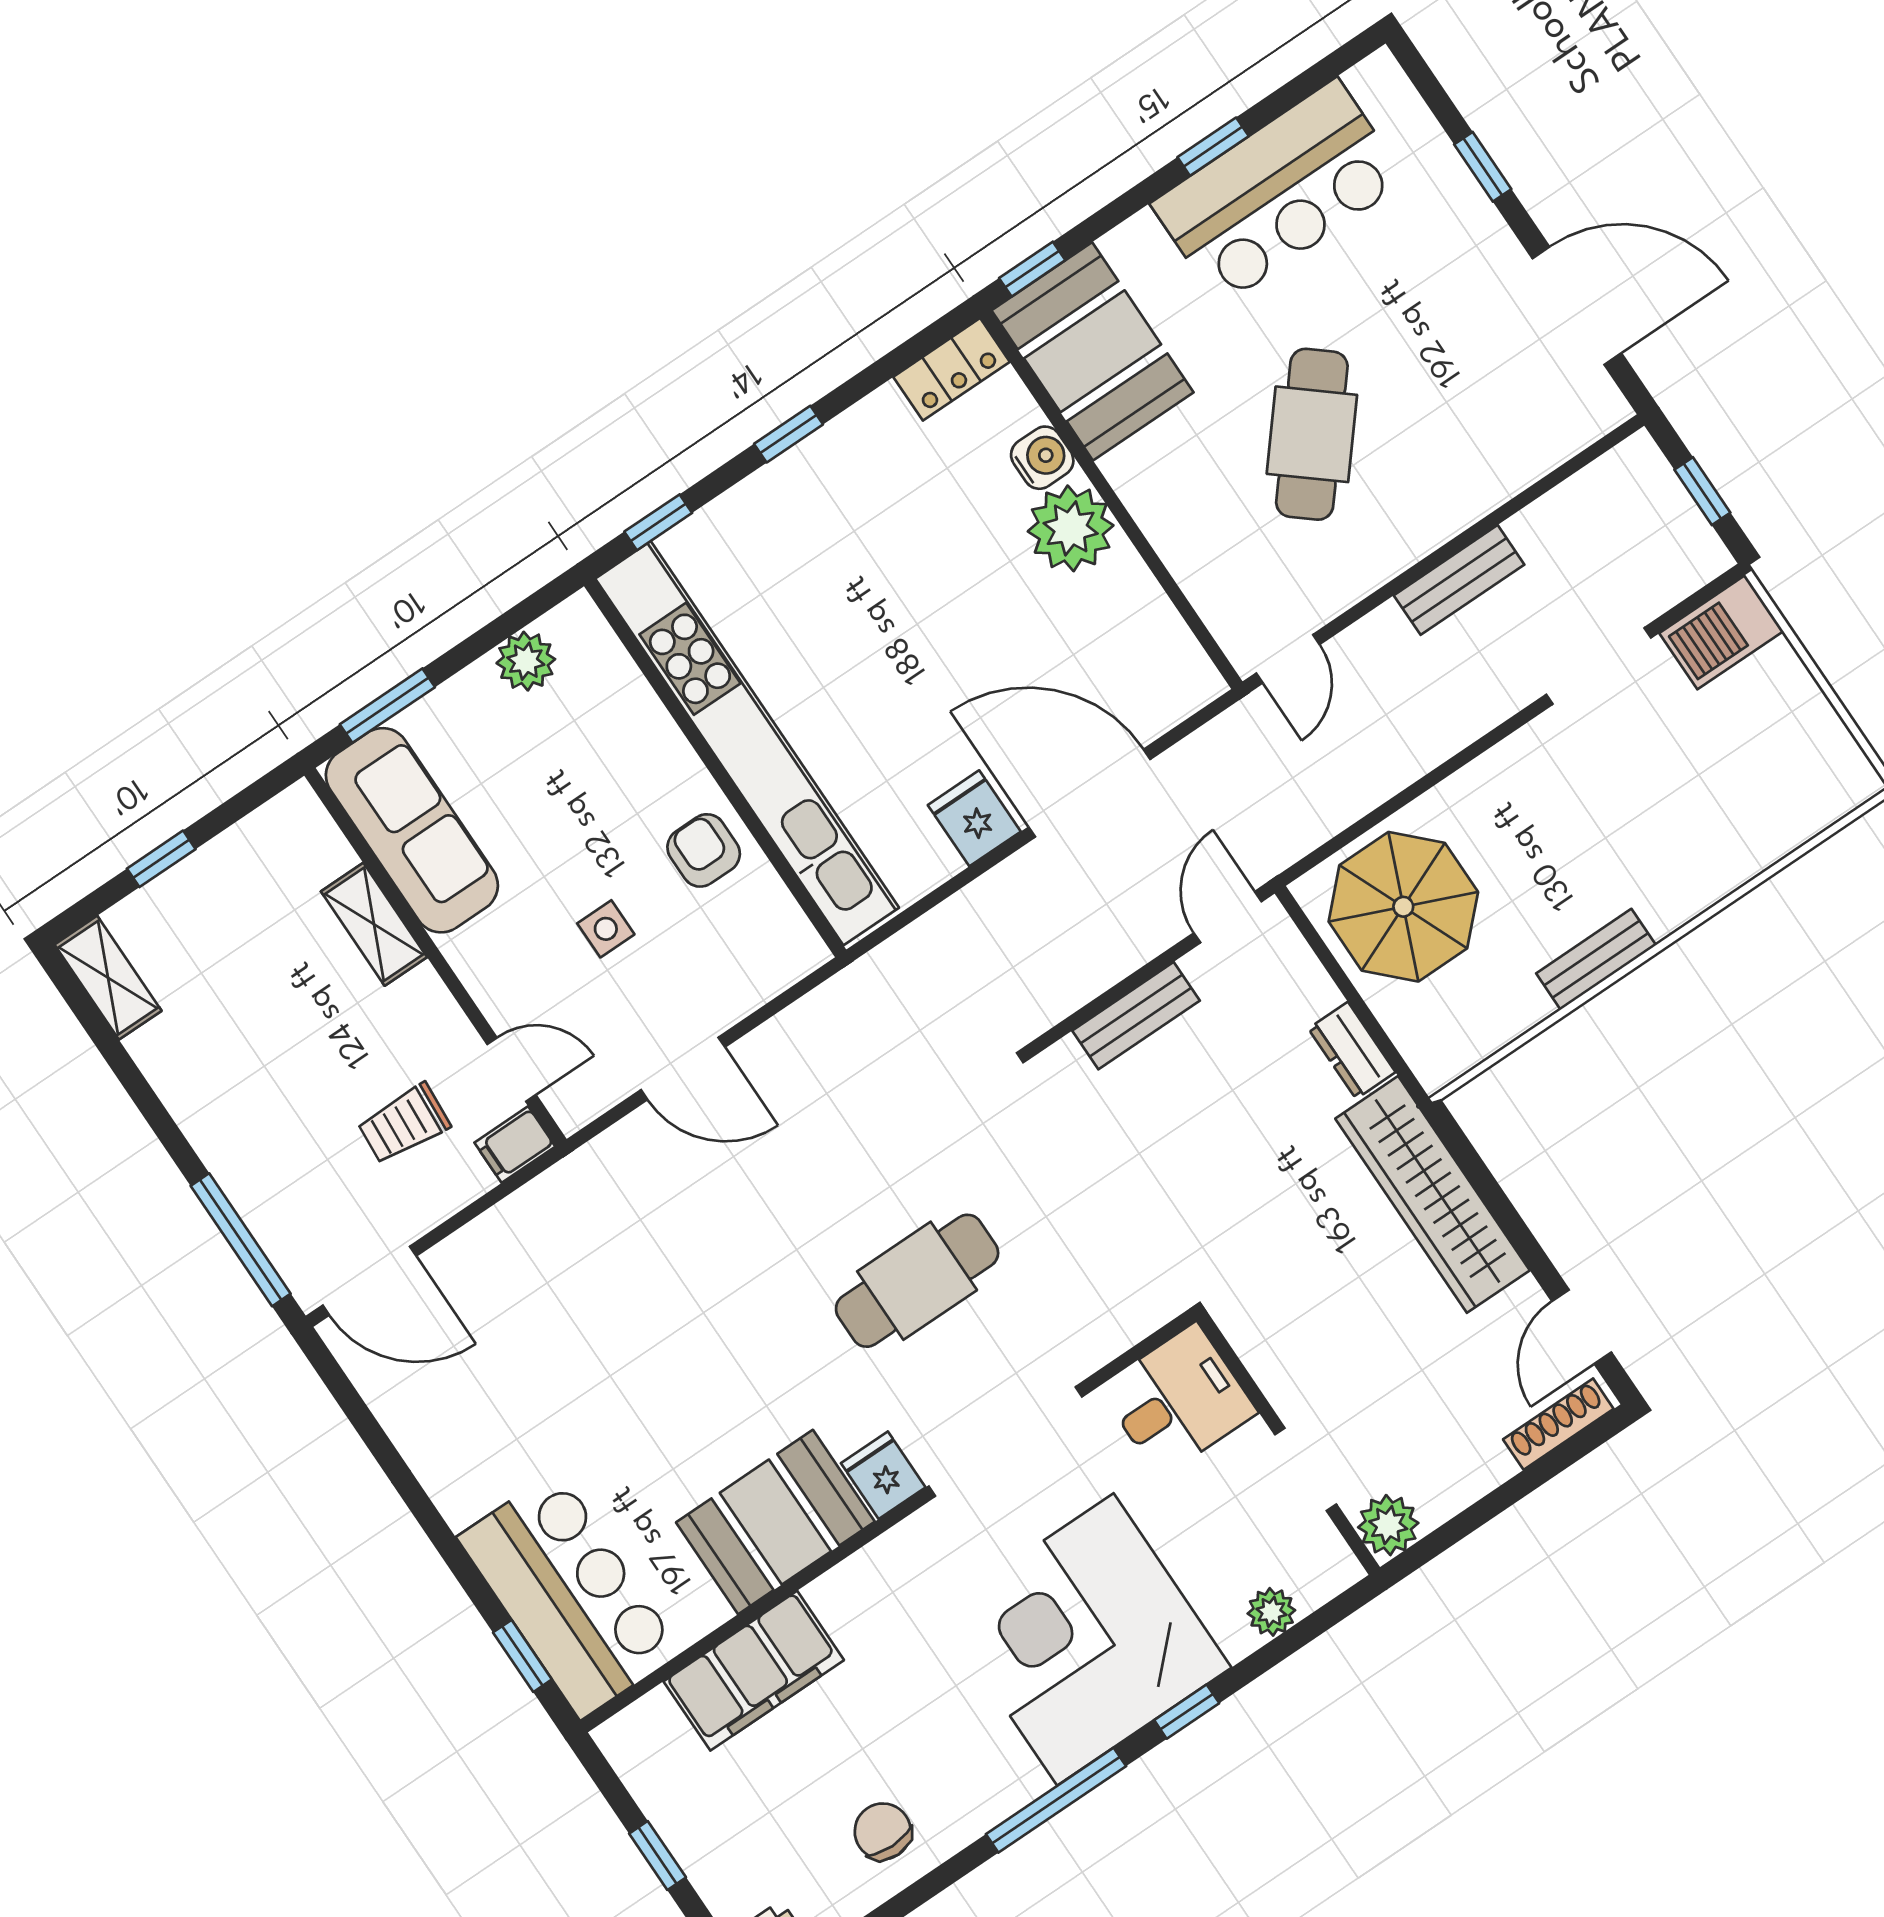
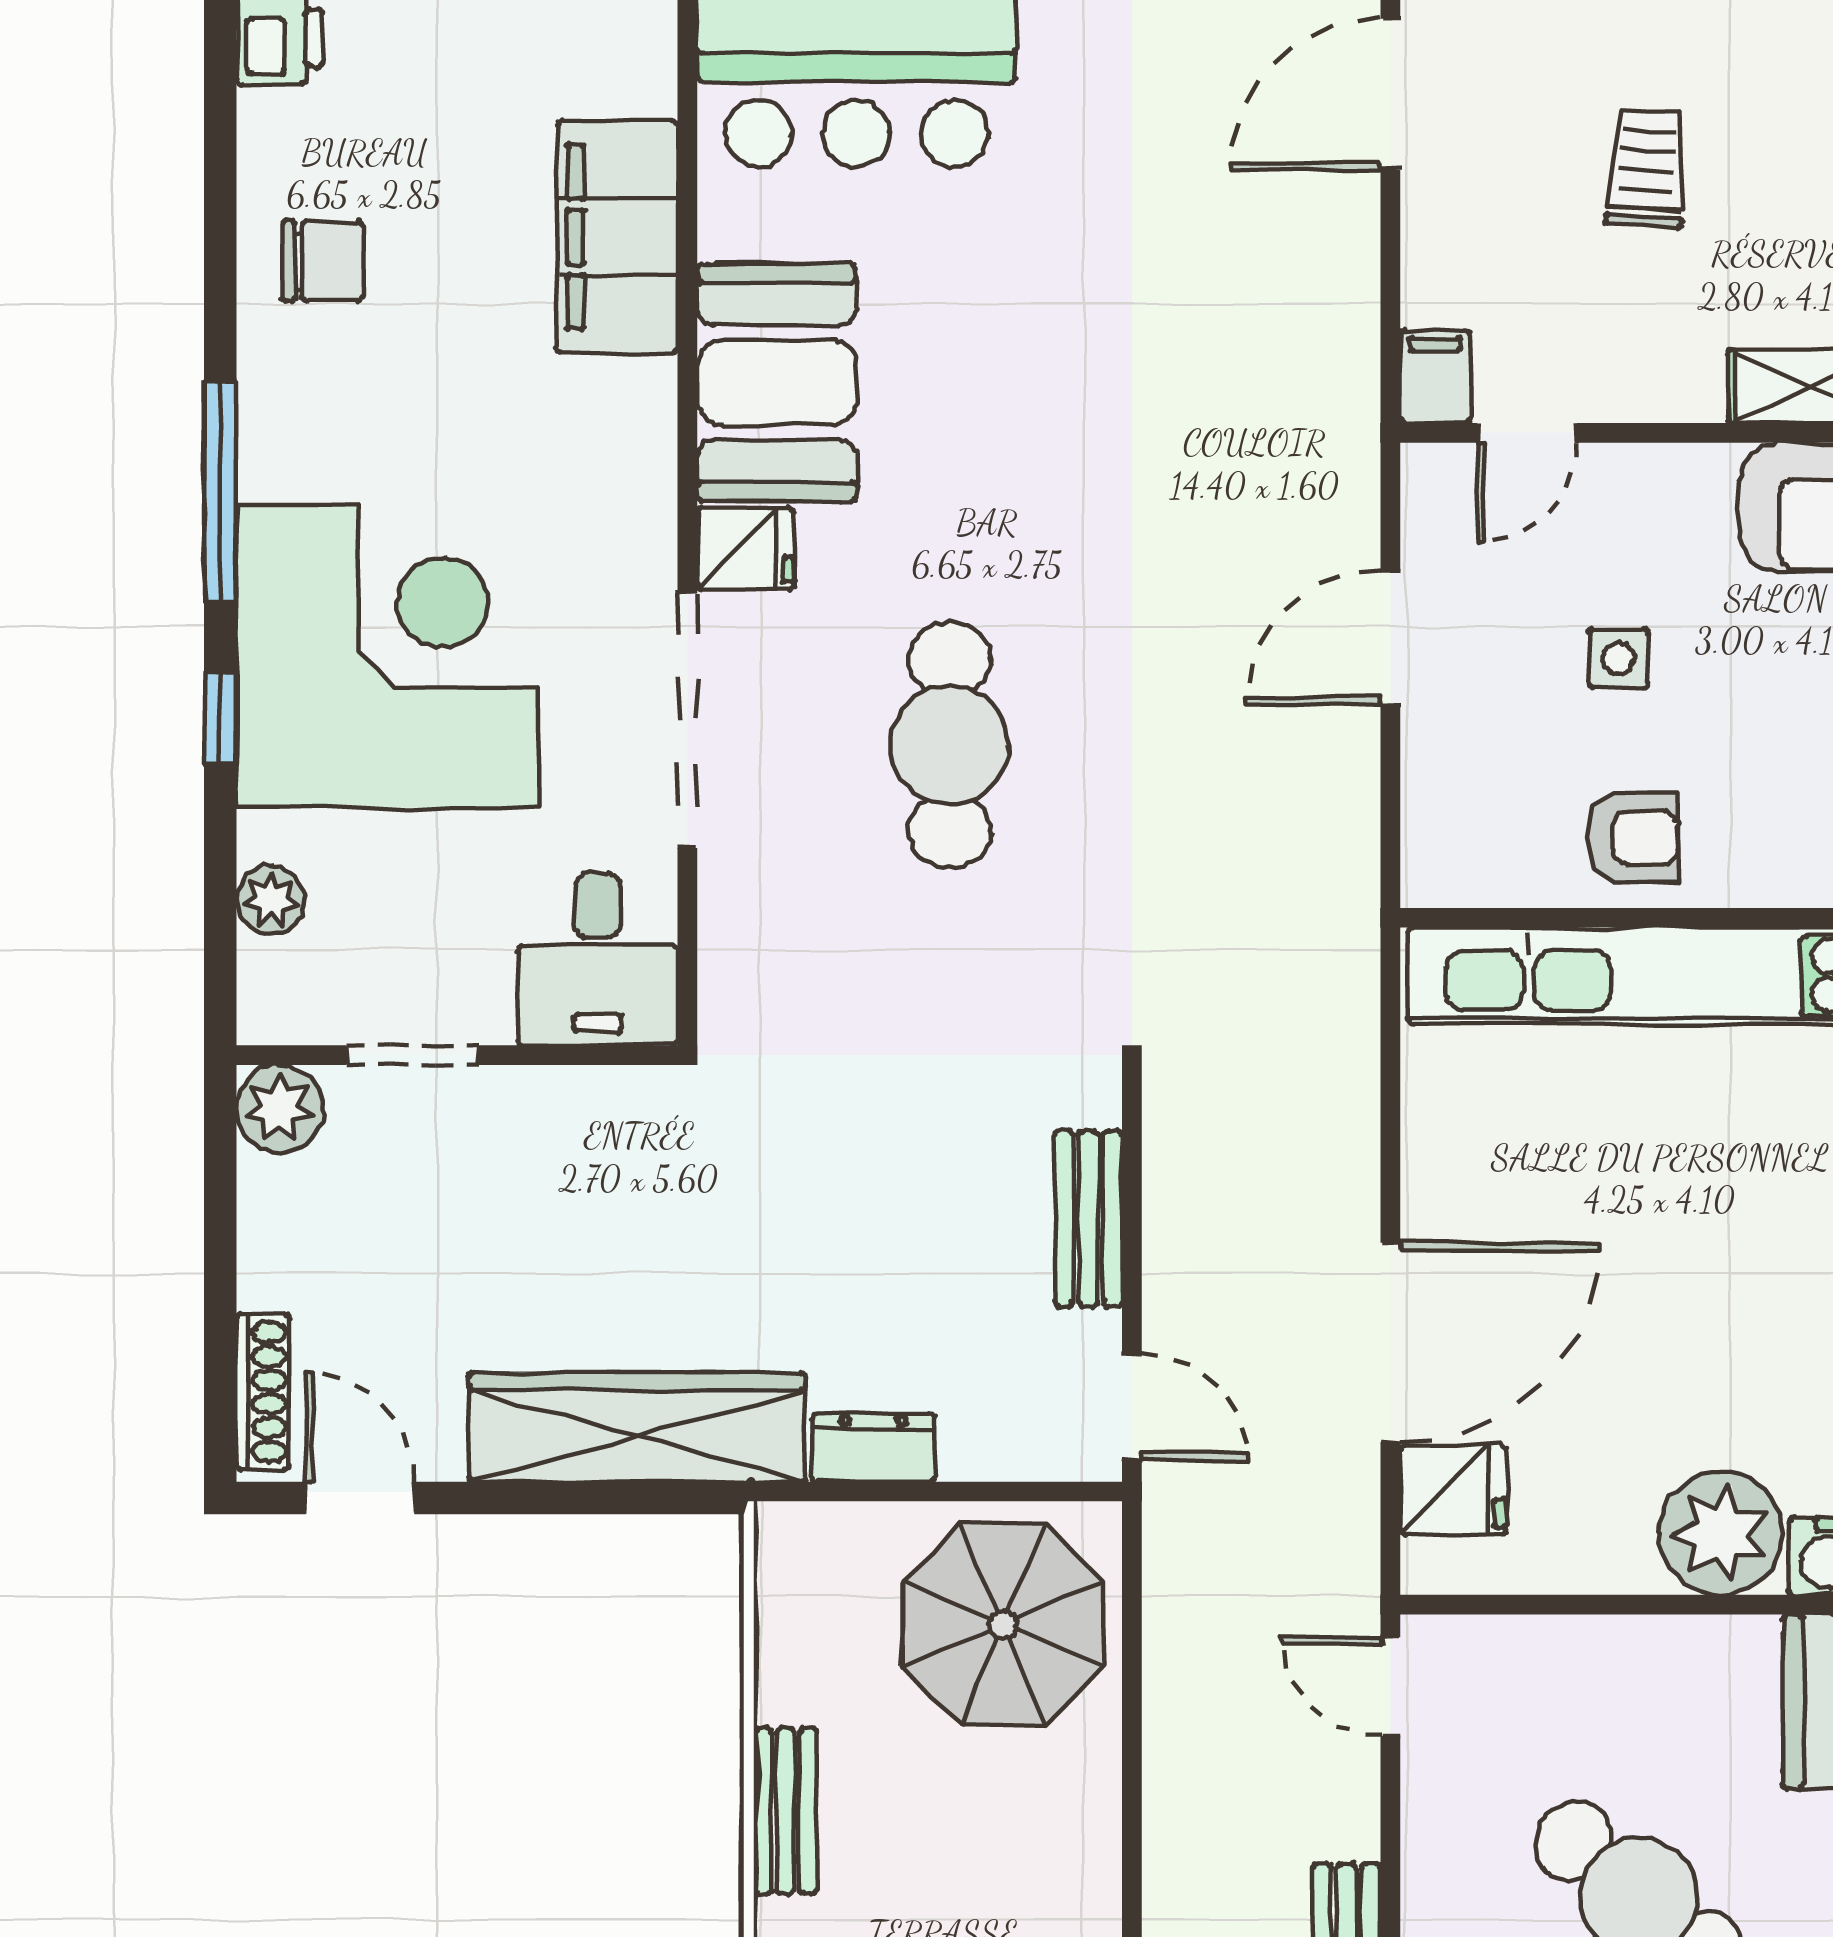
fridge: (974, 818) -> (1453, 1490), moved
trolley: (404, 1124) -> (1647, 168), moved

